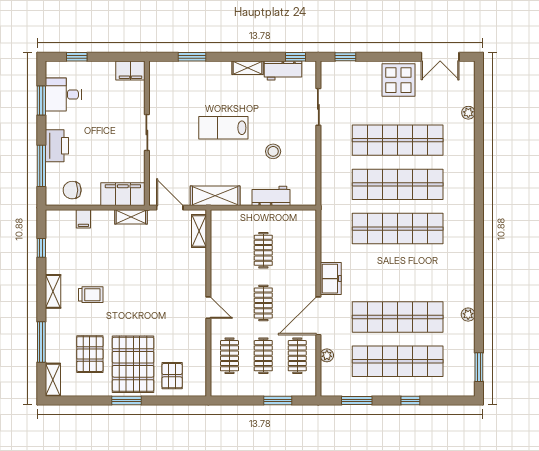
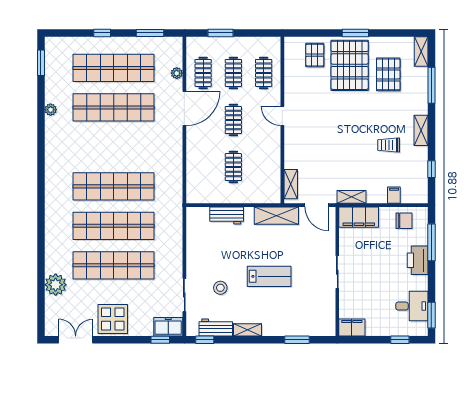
window: (41, 100) -> (431, 315), moved
plant: (468, 113) -> (56, 285), width x1.87, depth x1.87
stool: (273, 151) -> (220, 288), moved
freezer: (331, 279) -> (168, 327), moved, turned 90
trolley: (91, 295) -> (389, 145), moved

